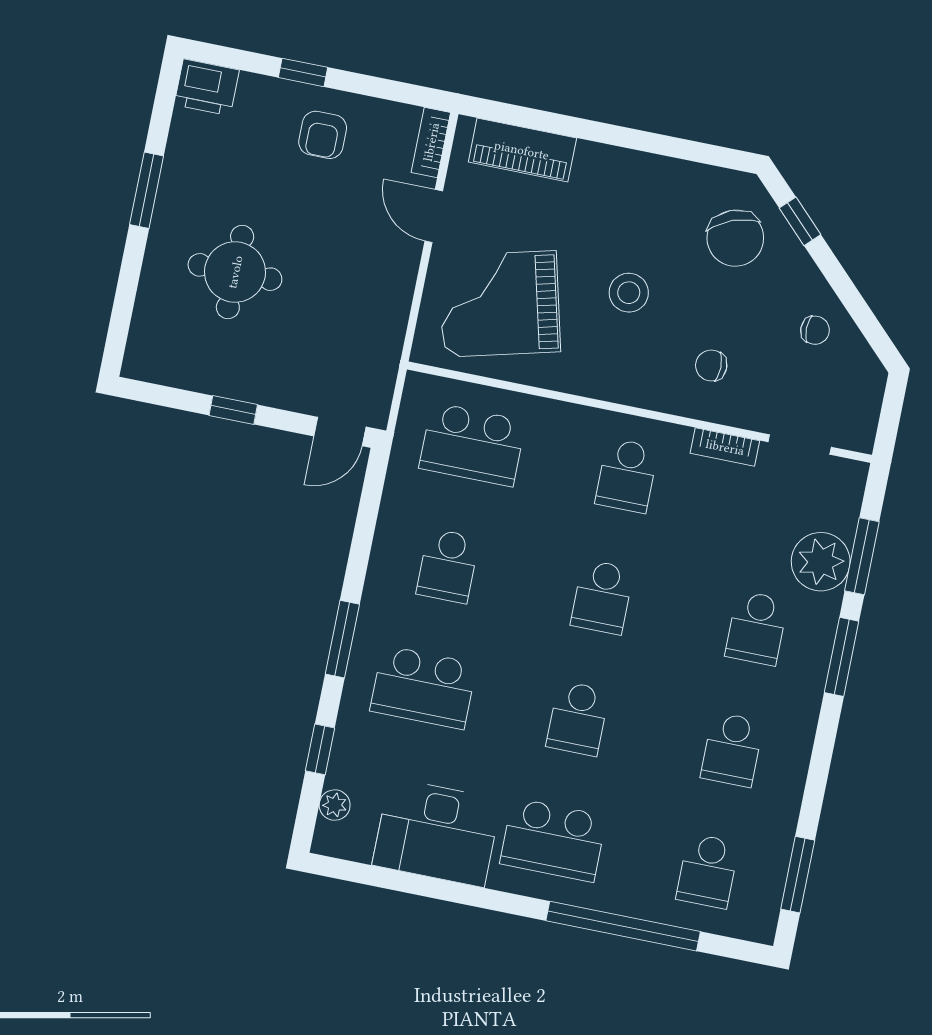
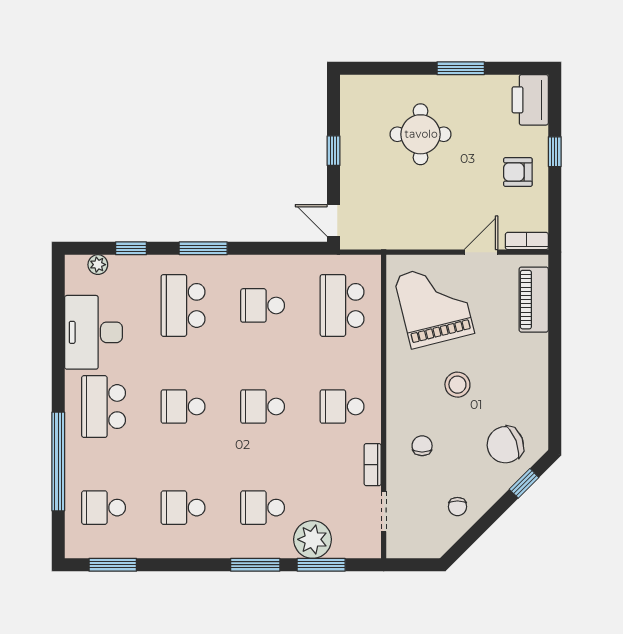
printer: (207, 87) -> (530, 100), width x1.37, depth x1.19

